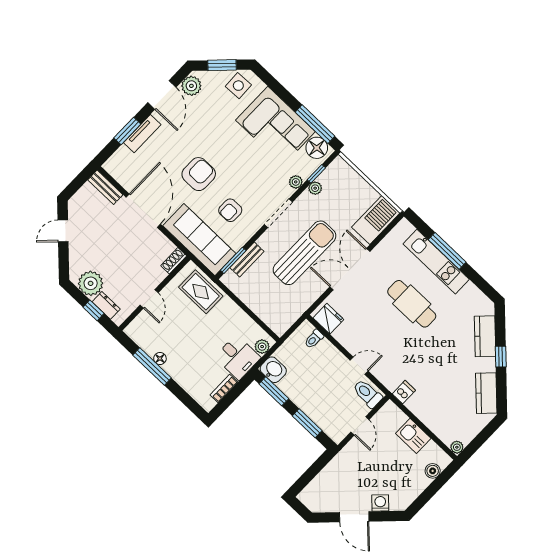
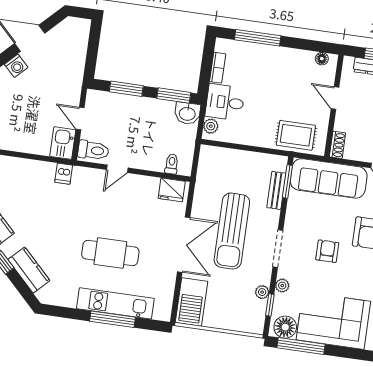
armchair: (230, 210) -> (327, 251), moved
floor lamp: (160, 358) -> (322, 59), moved
window: (152, 367) -> (258, 38), moved
kitchen sink: (413, 436) -> (63, 143), moved, turned -90

